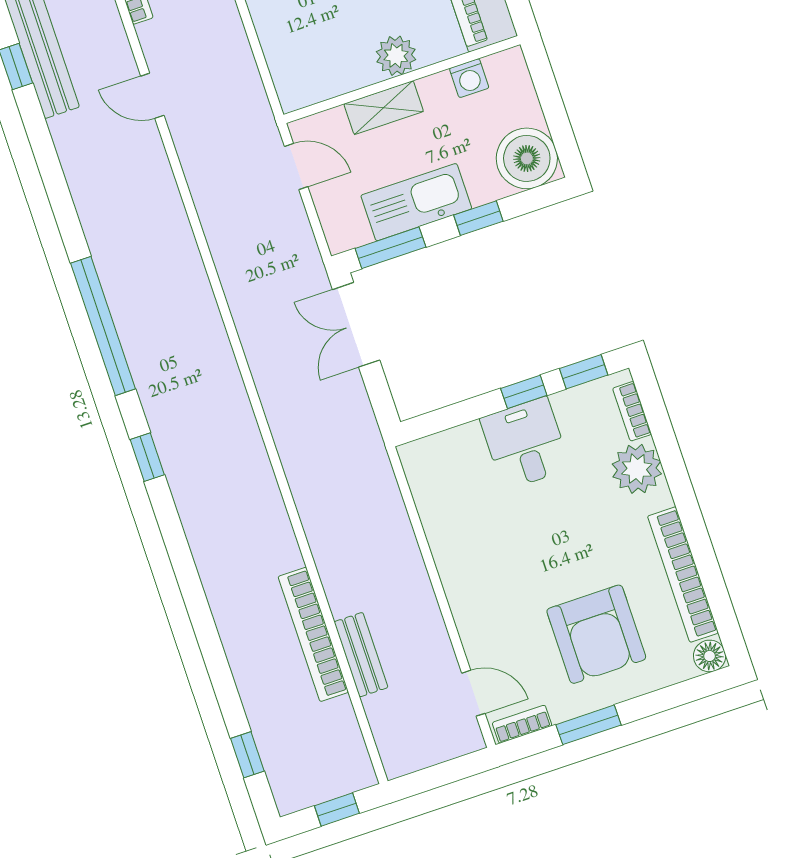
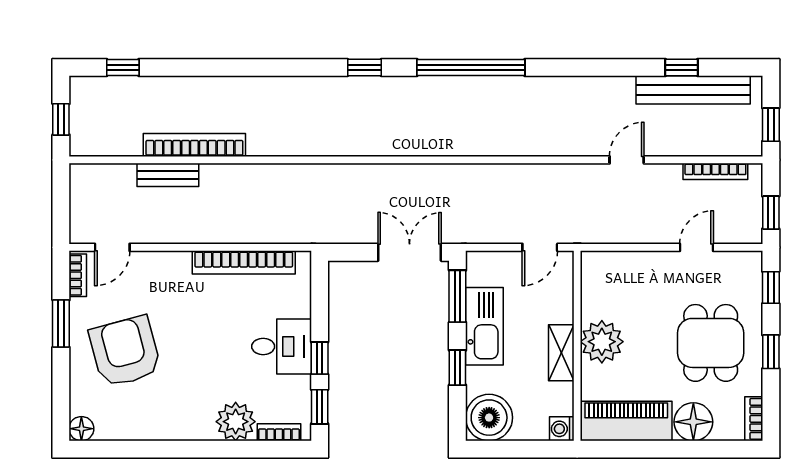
plant: (396, 56) -> (602, 342), width x1.36, depth x1.36
washing machine: (469, 78) -> (562, 429), moved
shelving: (384, 108) -> (561, 353), moved
bookcase: (683, 575) -> (244, 262), moved, turned 180
armchair: (596, 634) -> (125, 351), turned 75

